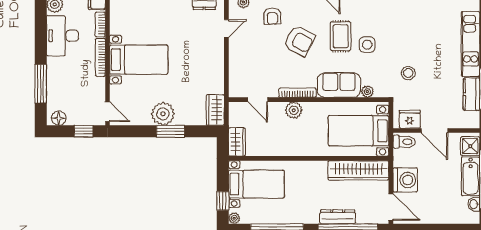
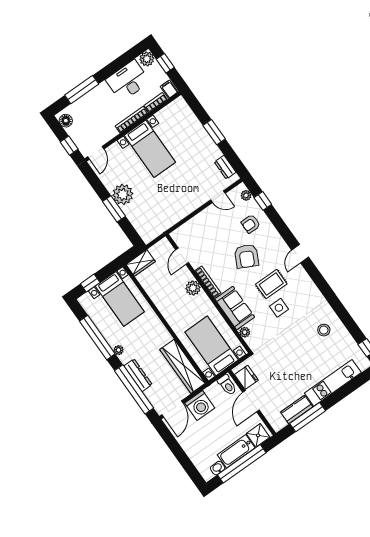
stool: (408, 73) -> (324, 330), moved
wardrobe: (215, 110) -> (153, 231), removed
plant: (234, 218) -> (119, 350), moved

